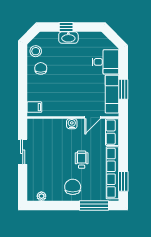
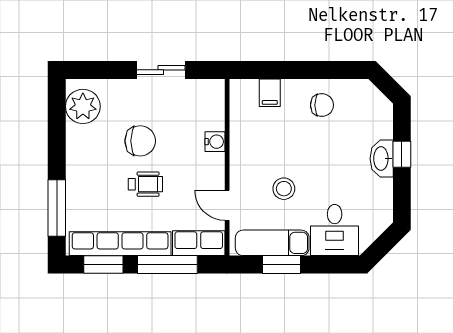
stool: (36, 51) -> (284, 189), moved
filing cabinet: (34, 107) -> (270, 93), moved
water cooler: (72, 124) -> (215, 142), moved
window: (123, 148) -> (167, 265), added
chair: (73, 187) -> (140, 141), moved
plant: (41, 196) -> (83, 106), width x1.88, depth x1.88

